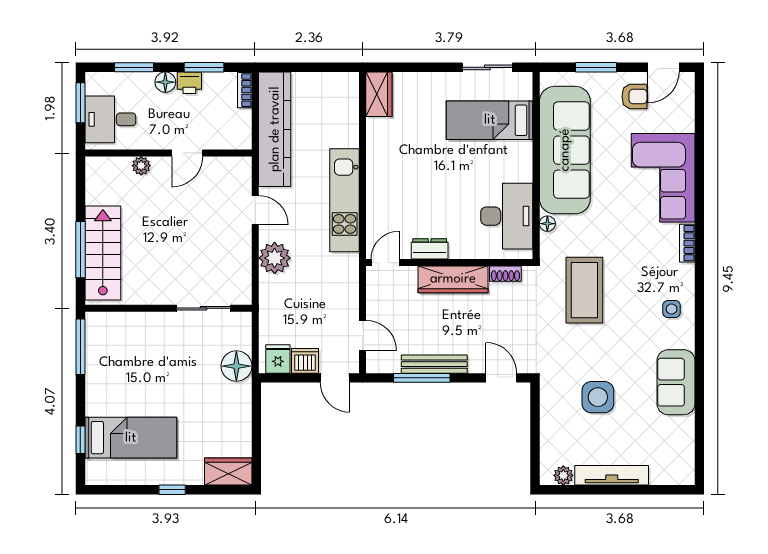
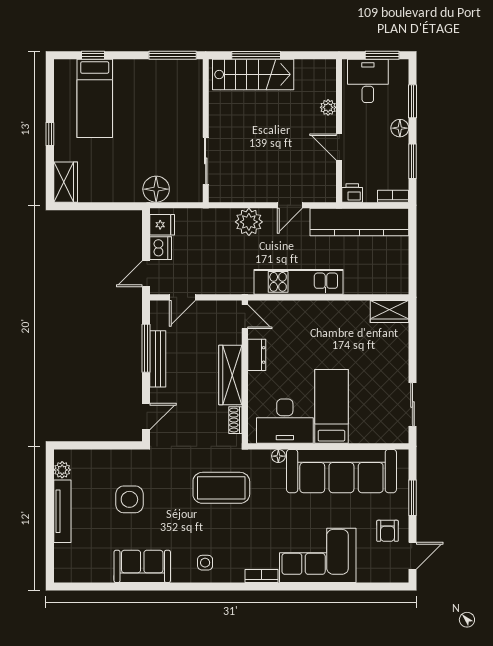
door: (663, 67) -> (413, 556), swing flipped
printer: (189, 83) -> (352, 193), moved, turned 90
bed: (490, 120) -> (331, 406), moved

